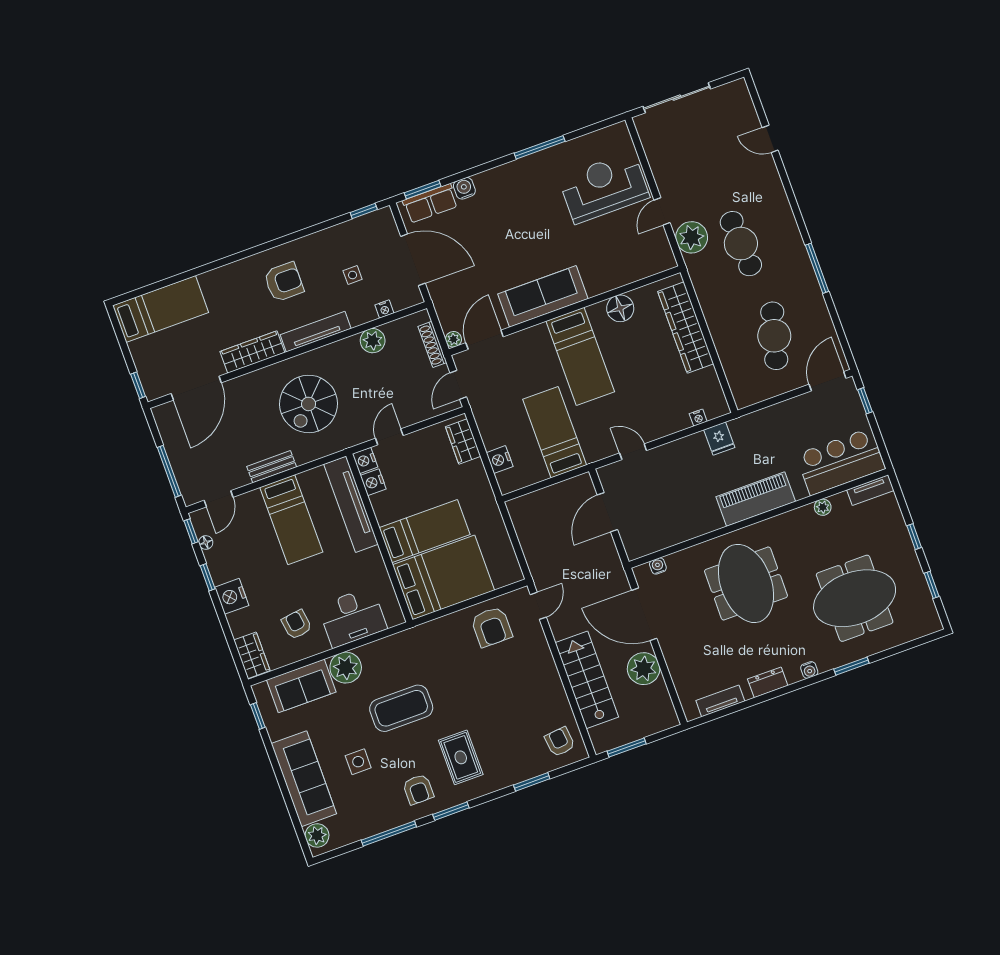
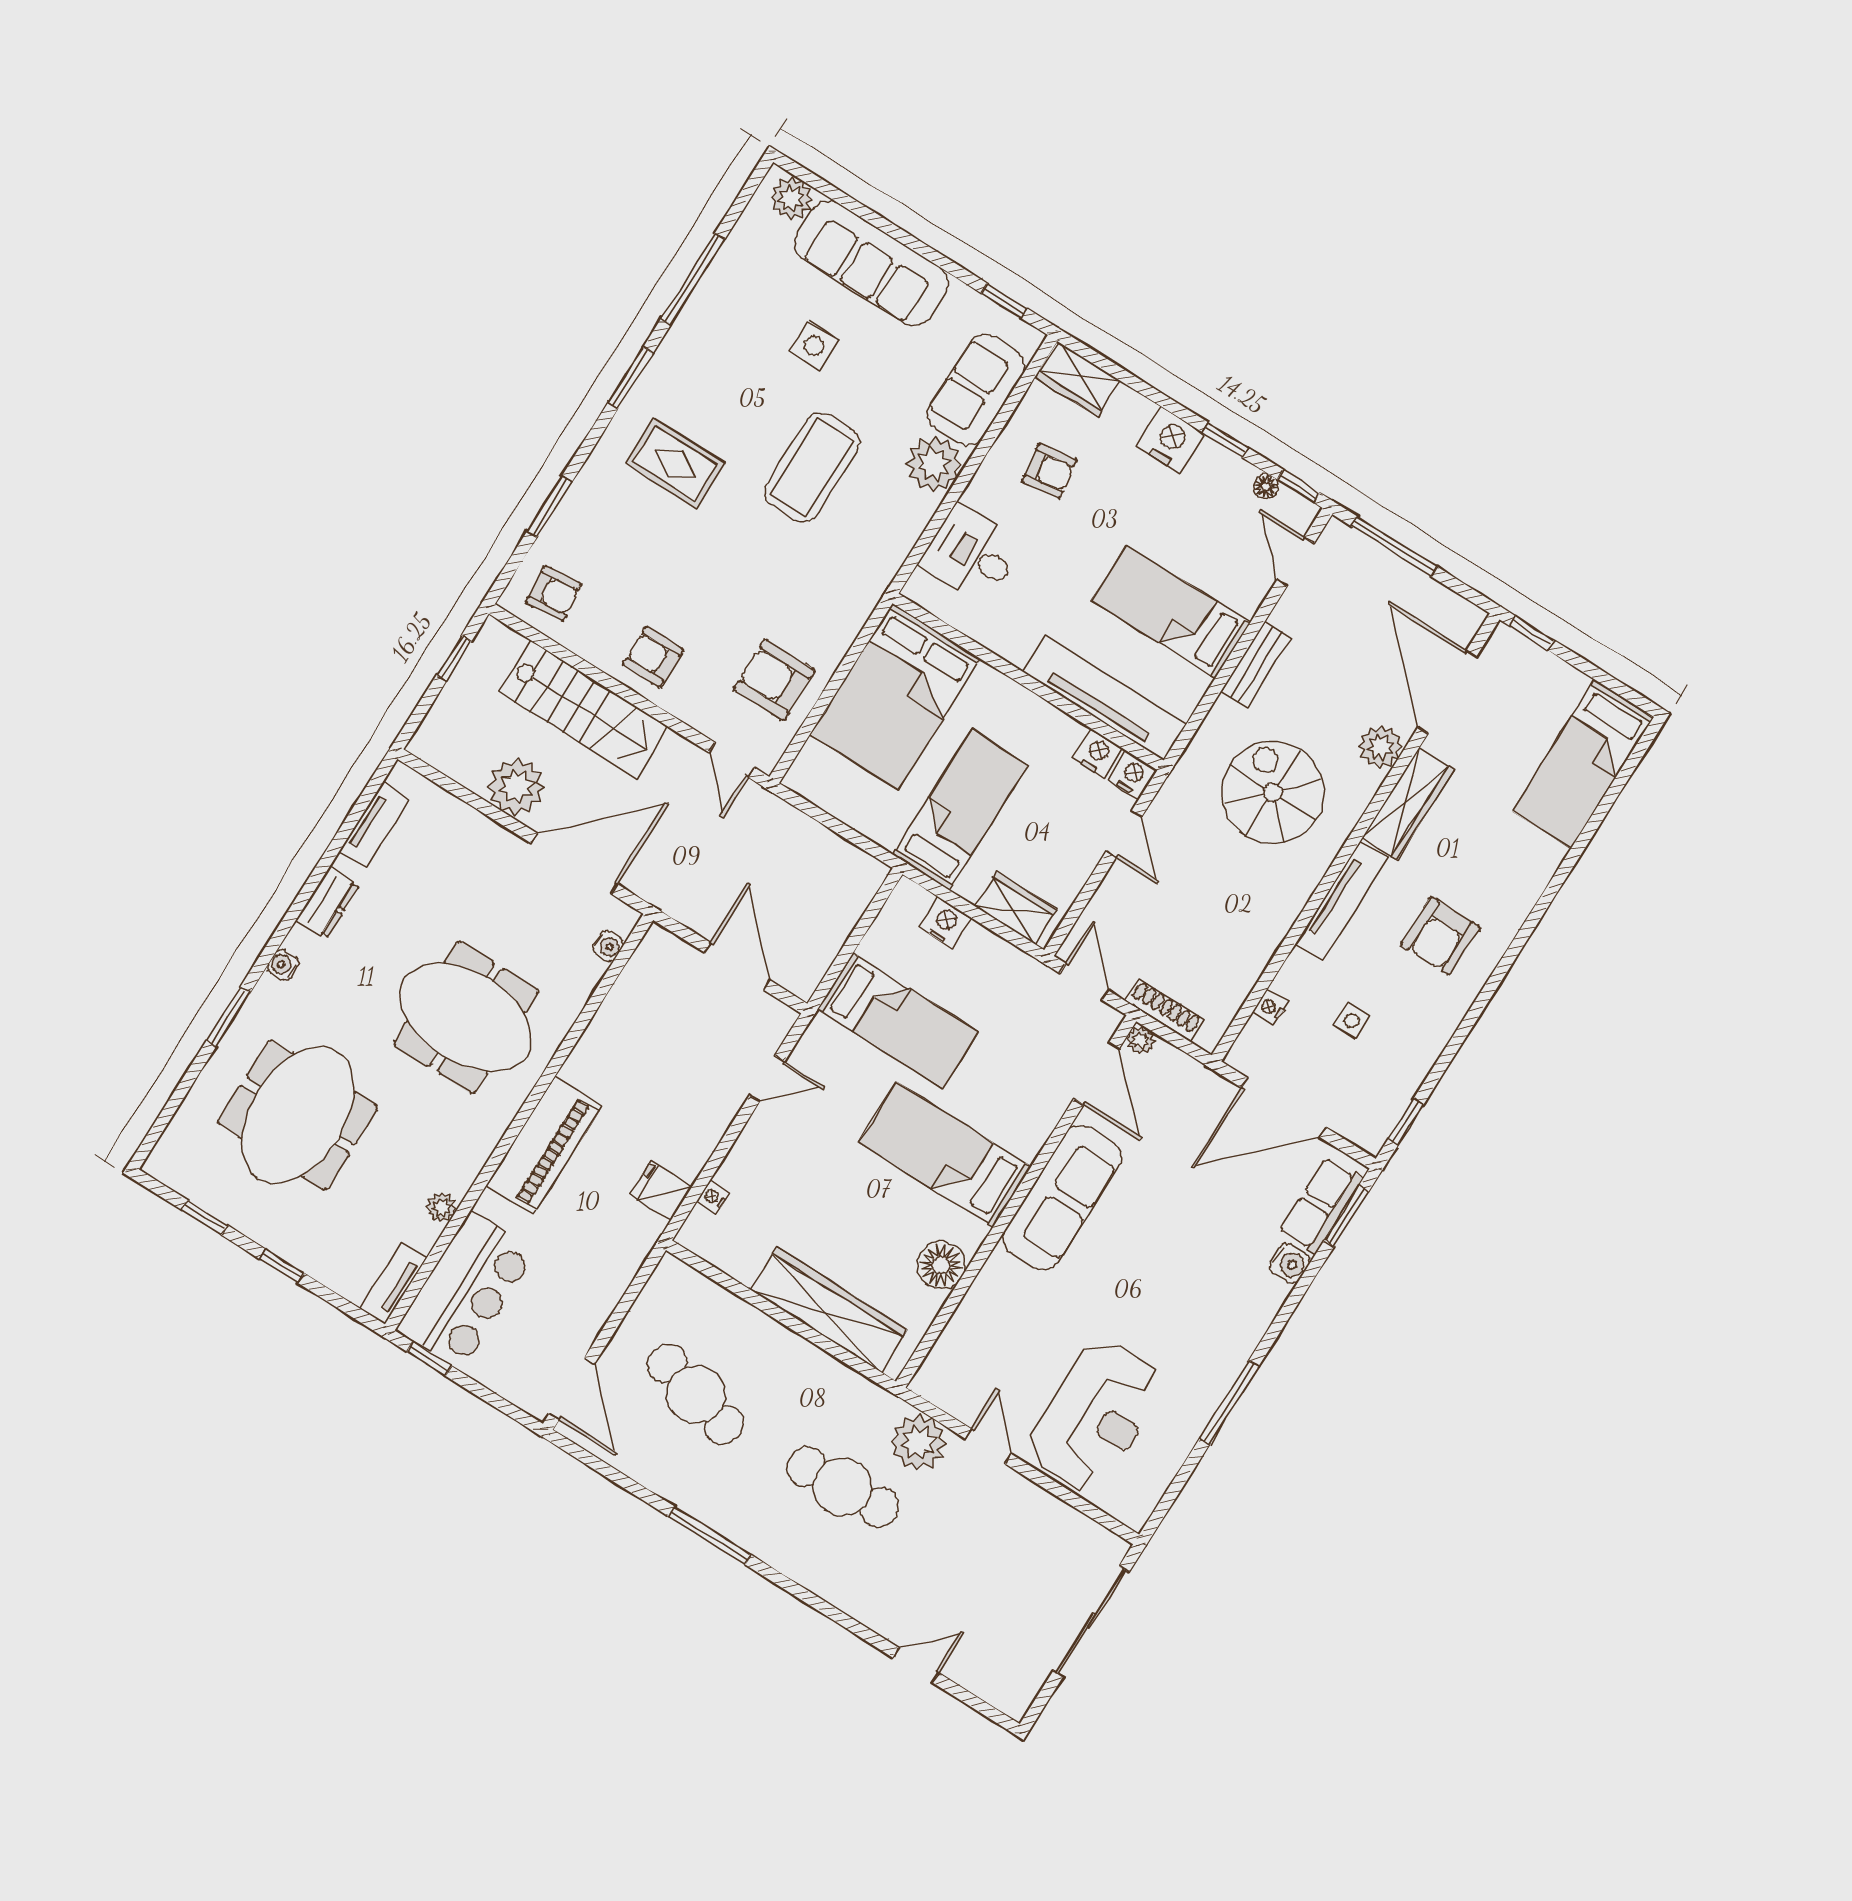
plant: (373, 341) -> (1380, 747), moved
window: (865, 401) -> (429, 1359), moved
bed: (425, 531) -> (960, 810), moved, turned 180
desk: (352, 617) -> (972, 554), width x0.73
window: (627, 747) -> (454, 658), width x0.67
armchair: (418, 789) -> (653, 657), moved

